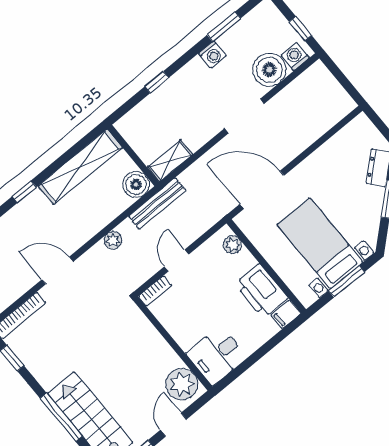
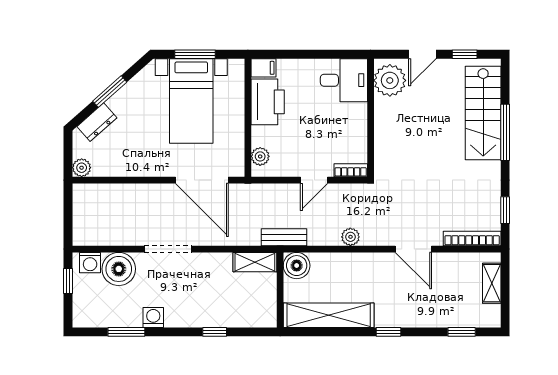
plant: (361, 123) -> (82, 168), added
bench: (157, 203) -> (284, 237), width x0.73

